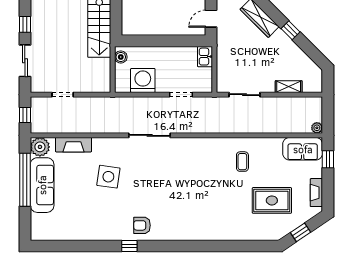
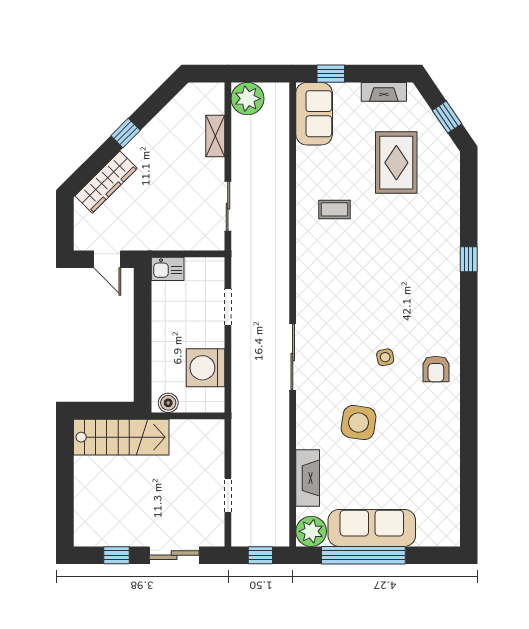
plant: (317, 128) -> (247, 99), moved, width x1.87, depth x1.87
side table: (149, 193) -> (385, 357), added
window: (129, 246) -> (469, 259), moved

